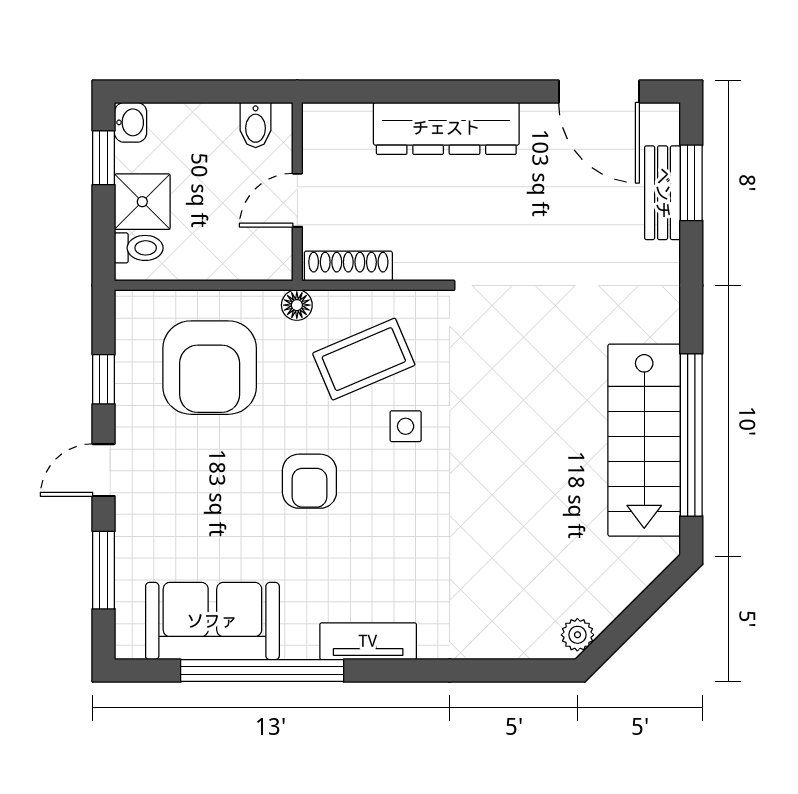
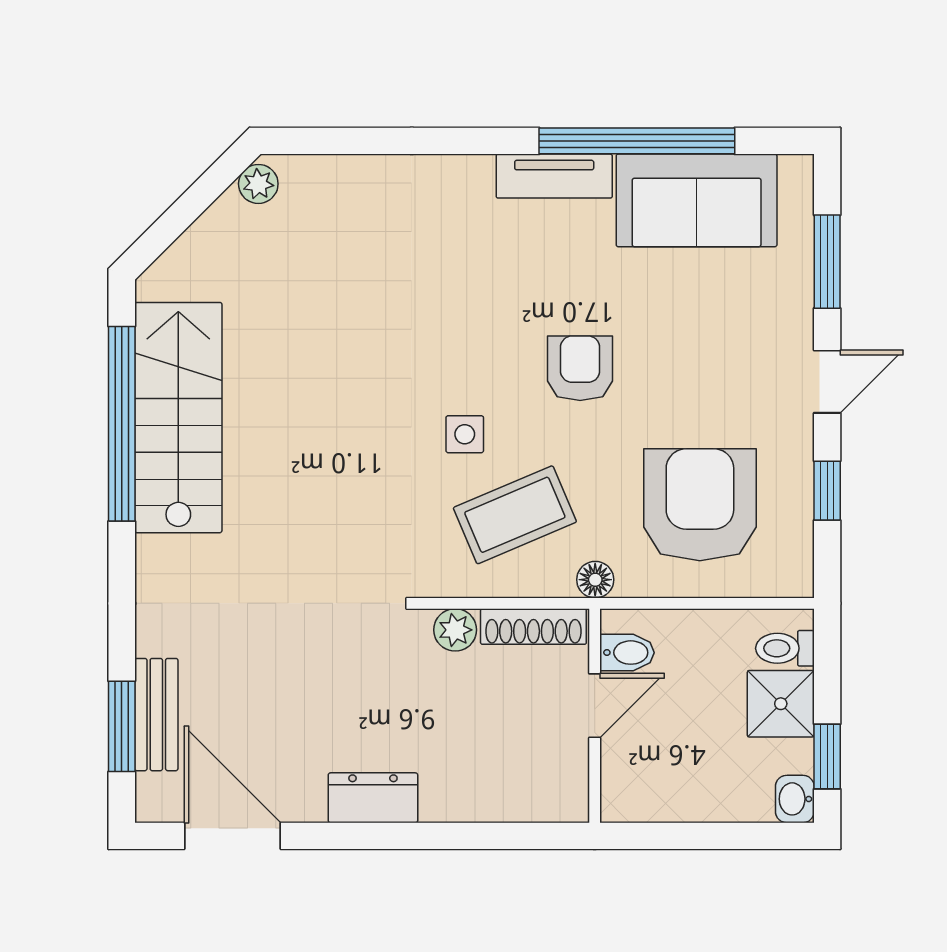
bidet: (256, 125) -> (627, 653), moved, turned 90
dresser: (446, 128) -> (373, 798), width x0.51, depth x0.80
plant: (413, 263) -> (455, 630), added
tv unit: (368, 641) -> (554, 176), moved

